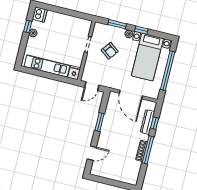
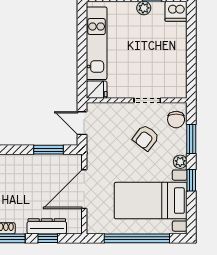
chair: (103, 30) -> (176, 120), added
window: (100, 122) -> (48, 150), moved

